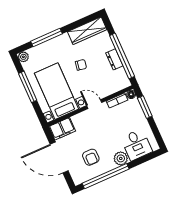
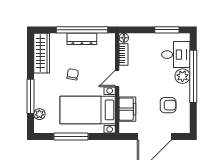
plant: (23, 57) -> (39, 114), moved
dresser: (114, 59) -> (82, 39), width x1.44
window: (145, 107) -> (167, 30), moved
filing cabinet: (62, 129) -> (127, 109), moved
window: (106, 176) -> (193, 76), moved

